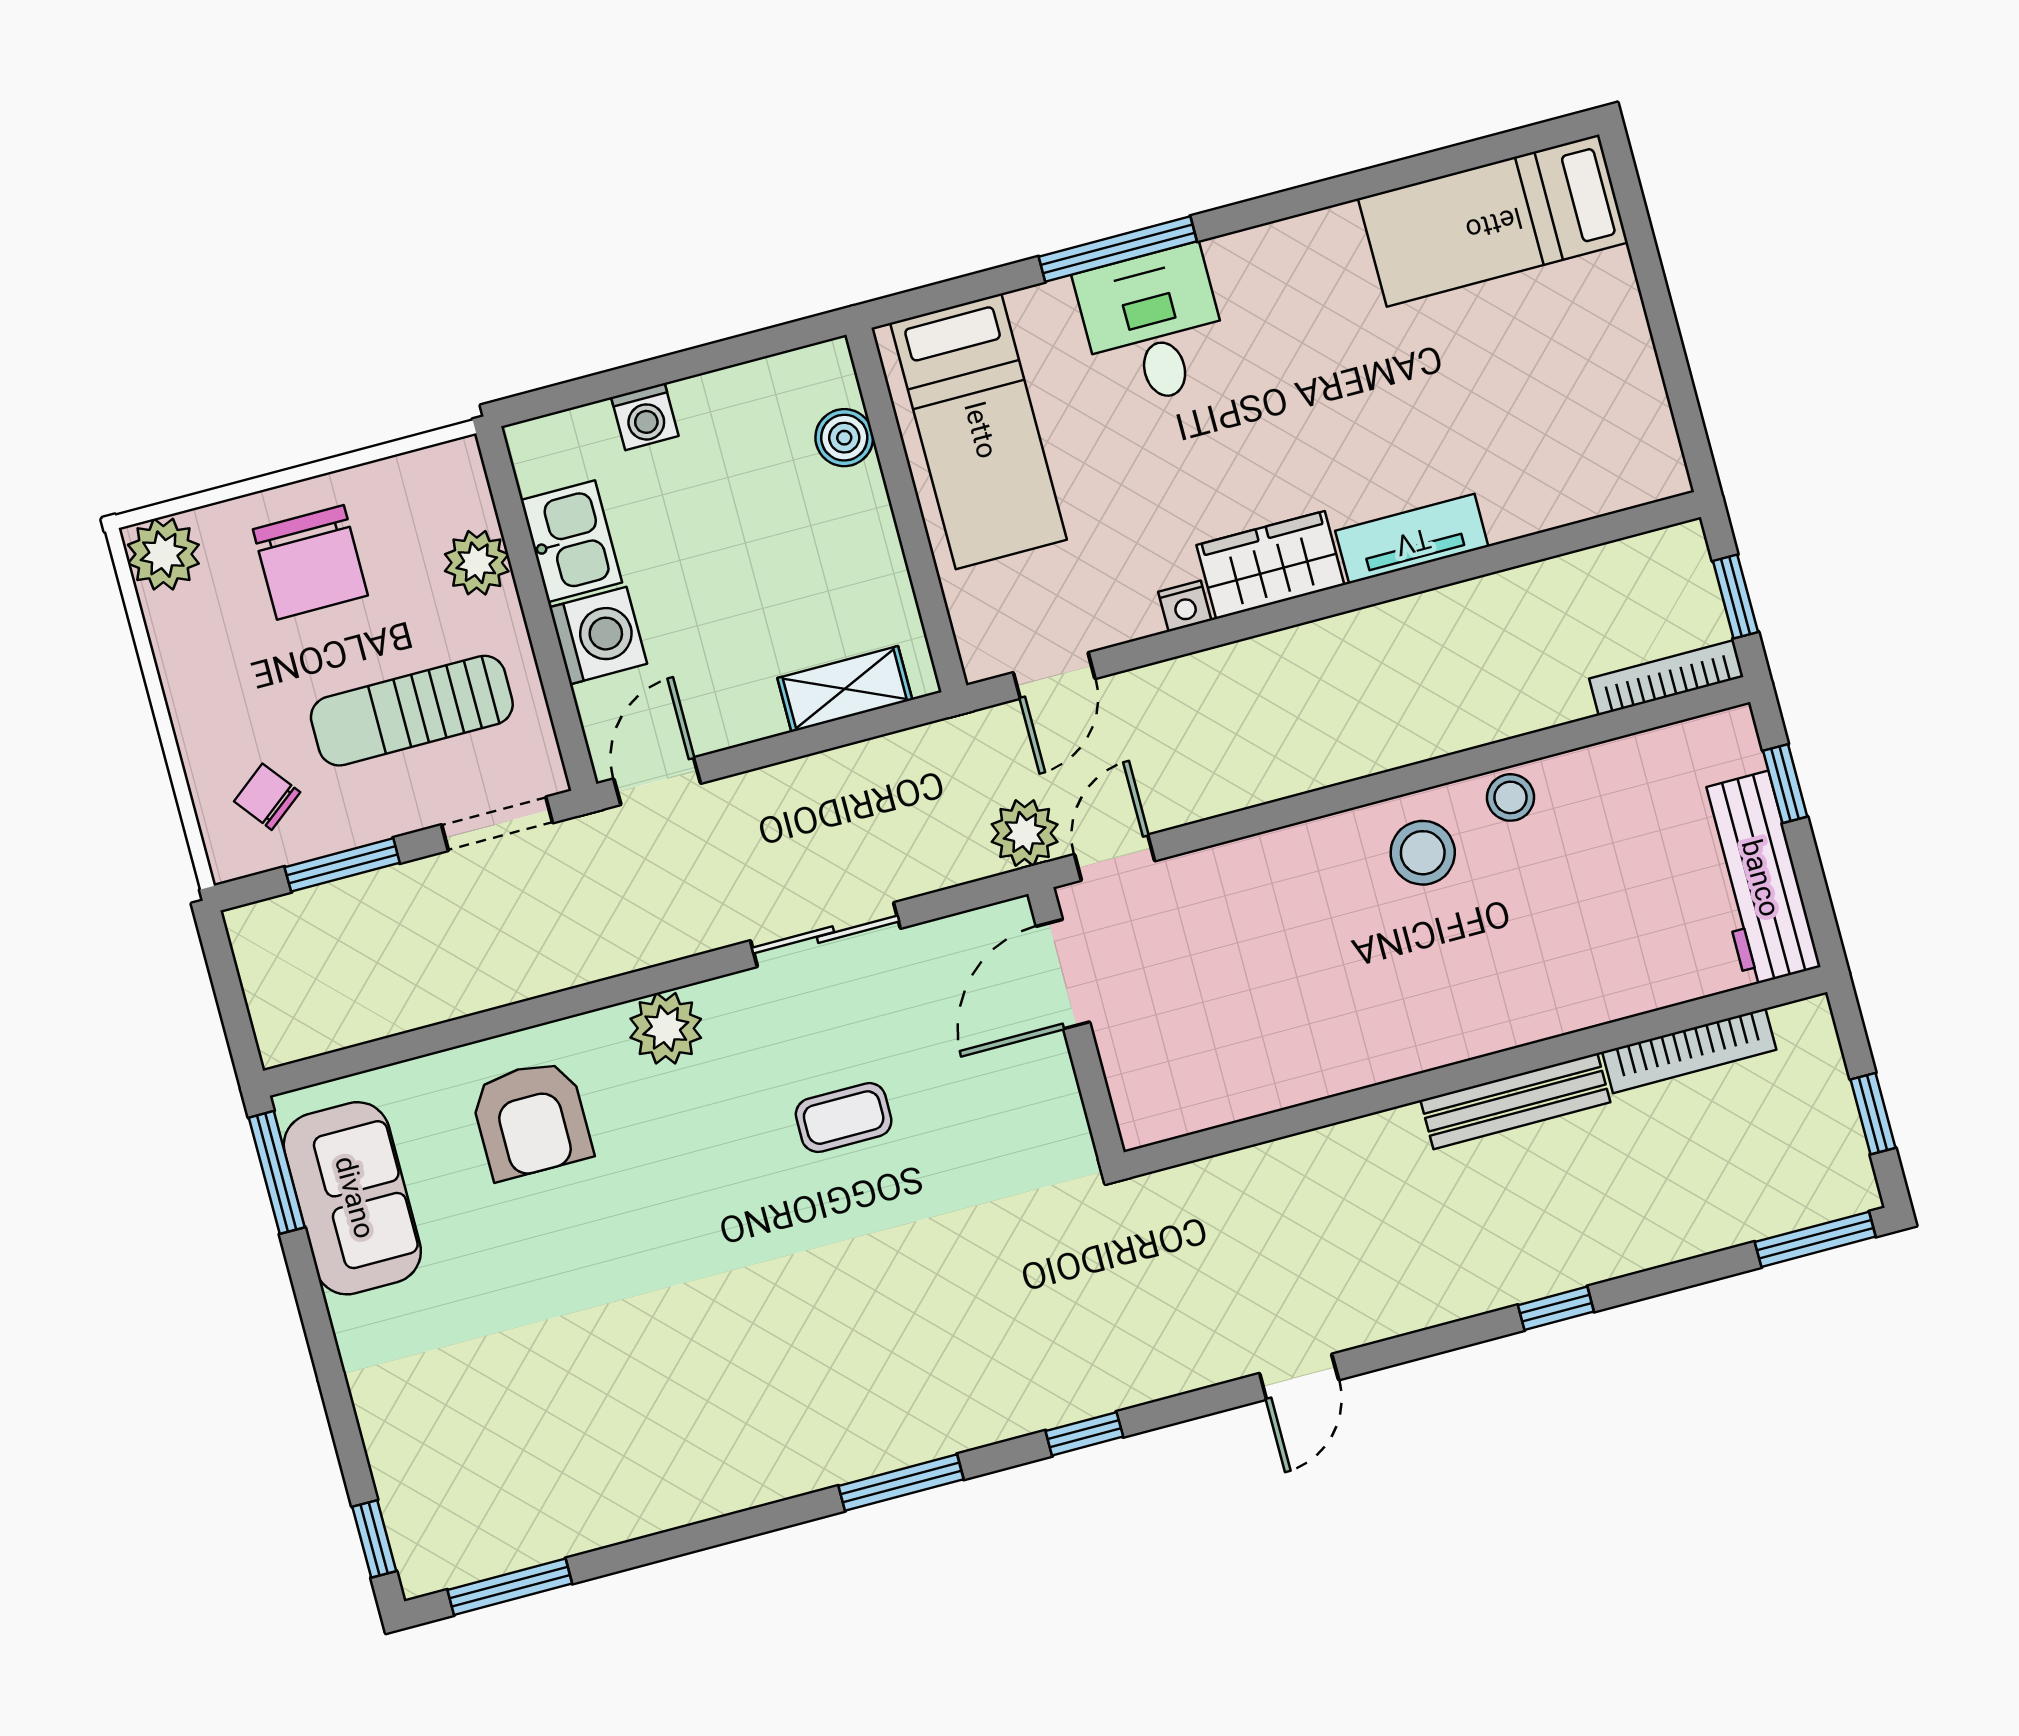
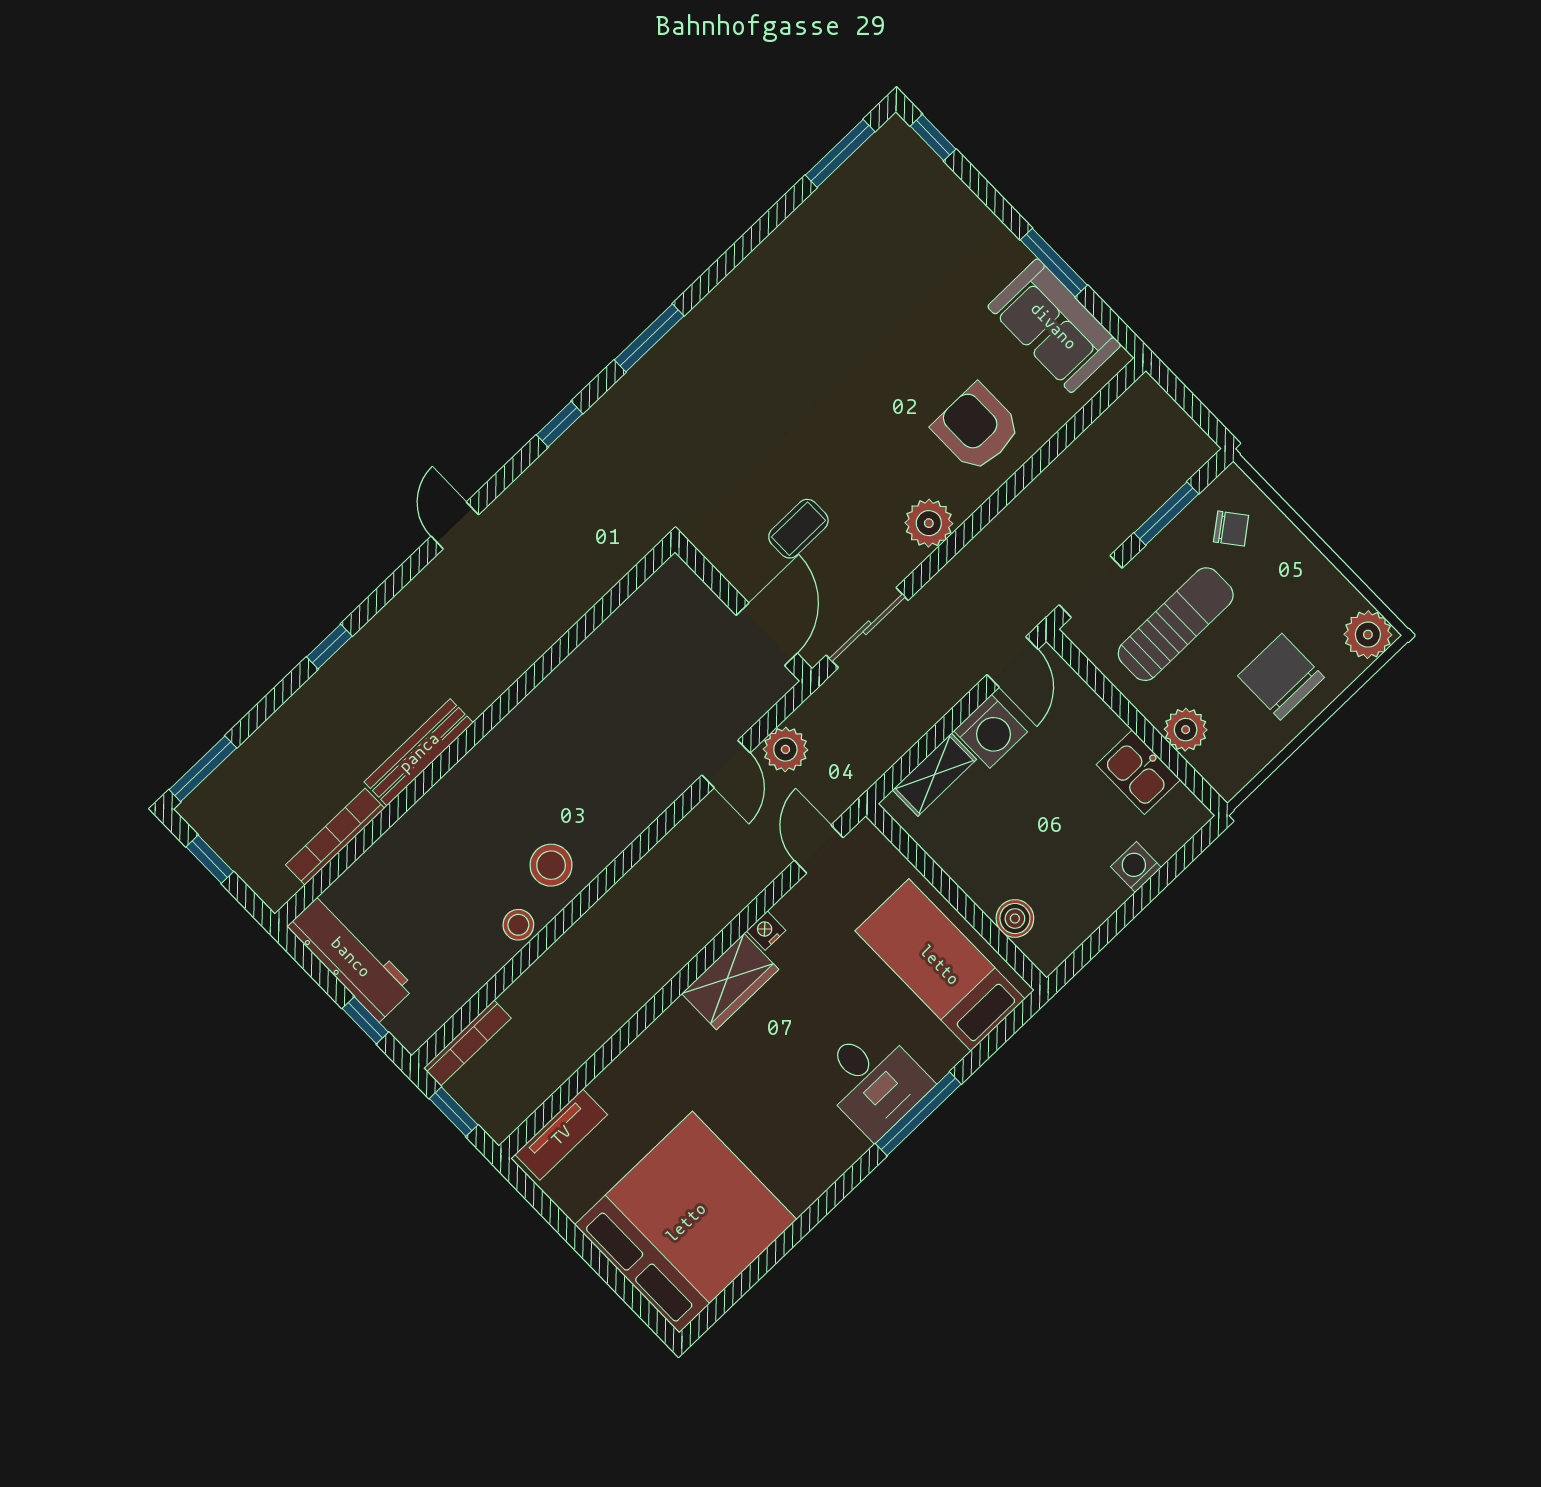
bed: (1493, 221) -> (686, 1222), width x2.04
tv unit: (1412, 539) -> (561, 1135), moved
washing machine: (598, 636) -> (991, 731), moved, turned -90
door: (1063, 974) -> (767, 634), moved
wall: (1076, 1023) -> (744, 610), moved
window: (277, 1172) -> (1054, 263), moved

